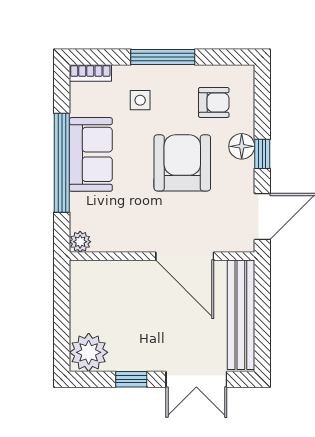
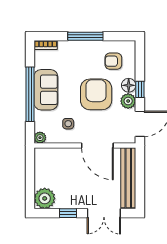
side table: (140, 100) -> (68, 124), moved
armchair: (214, 102) -> (113, 61), turned 180
plant: (241, 175) -> (128, 101), added

